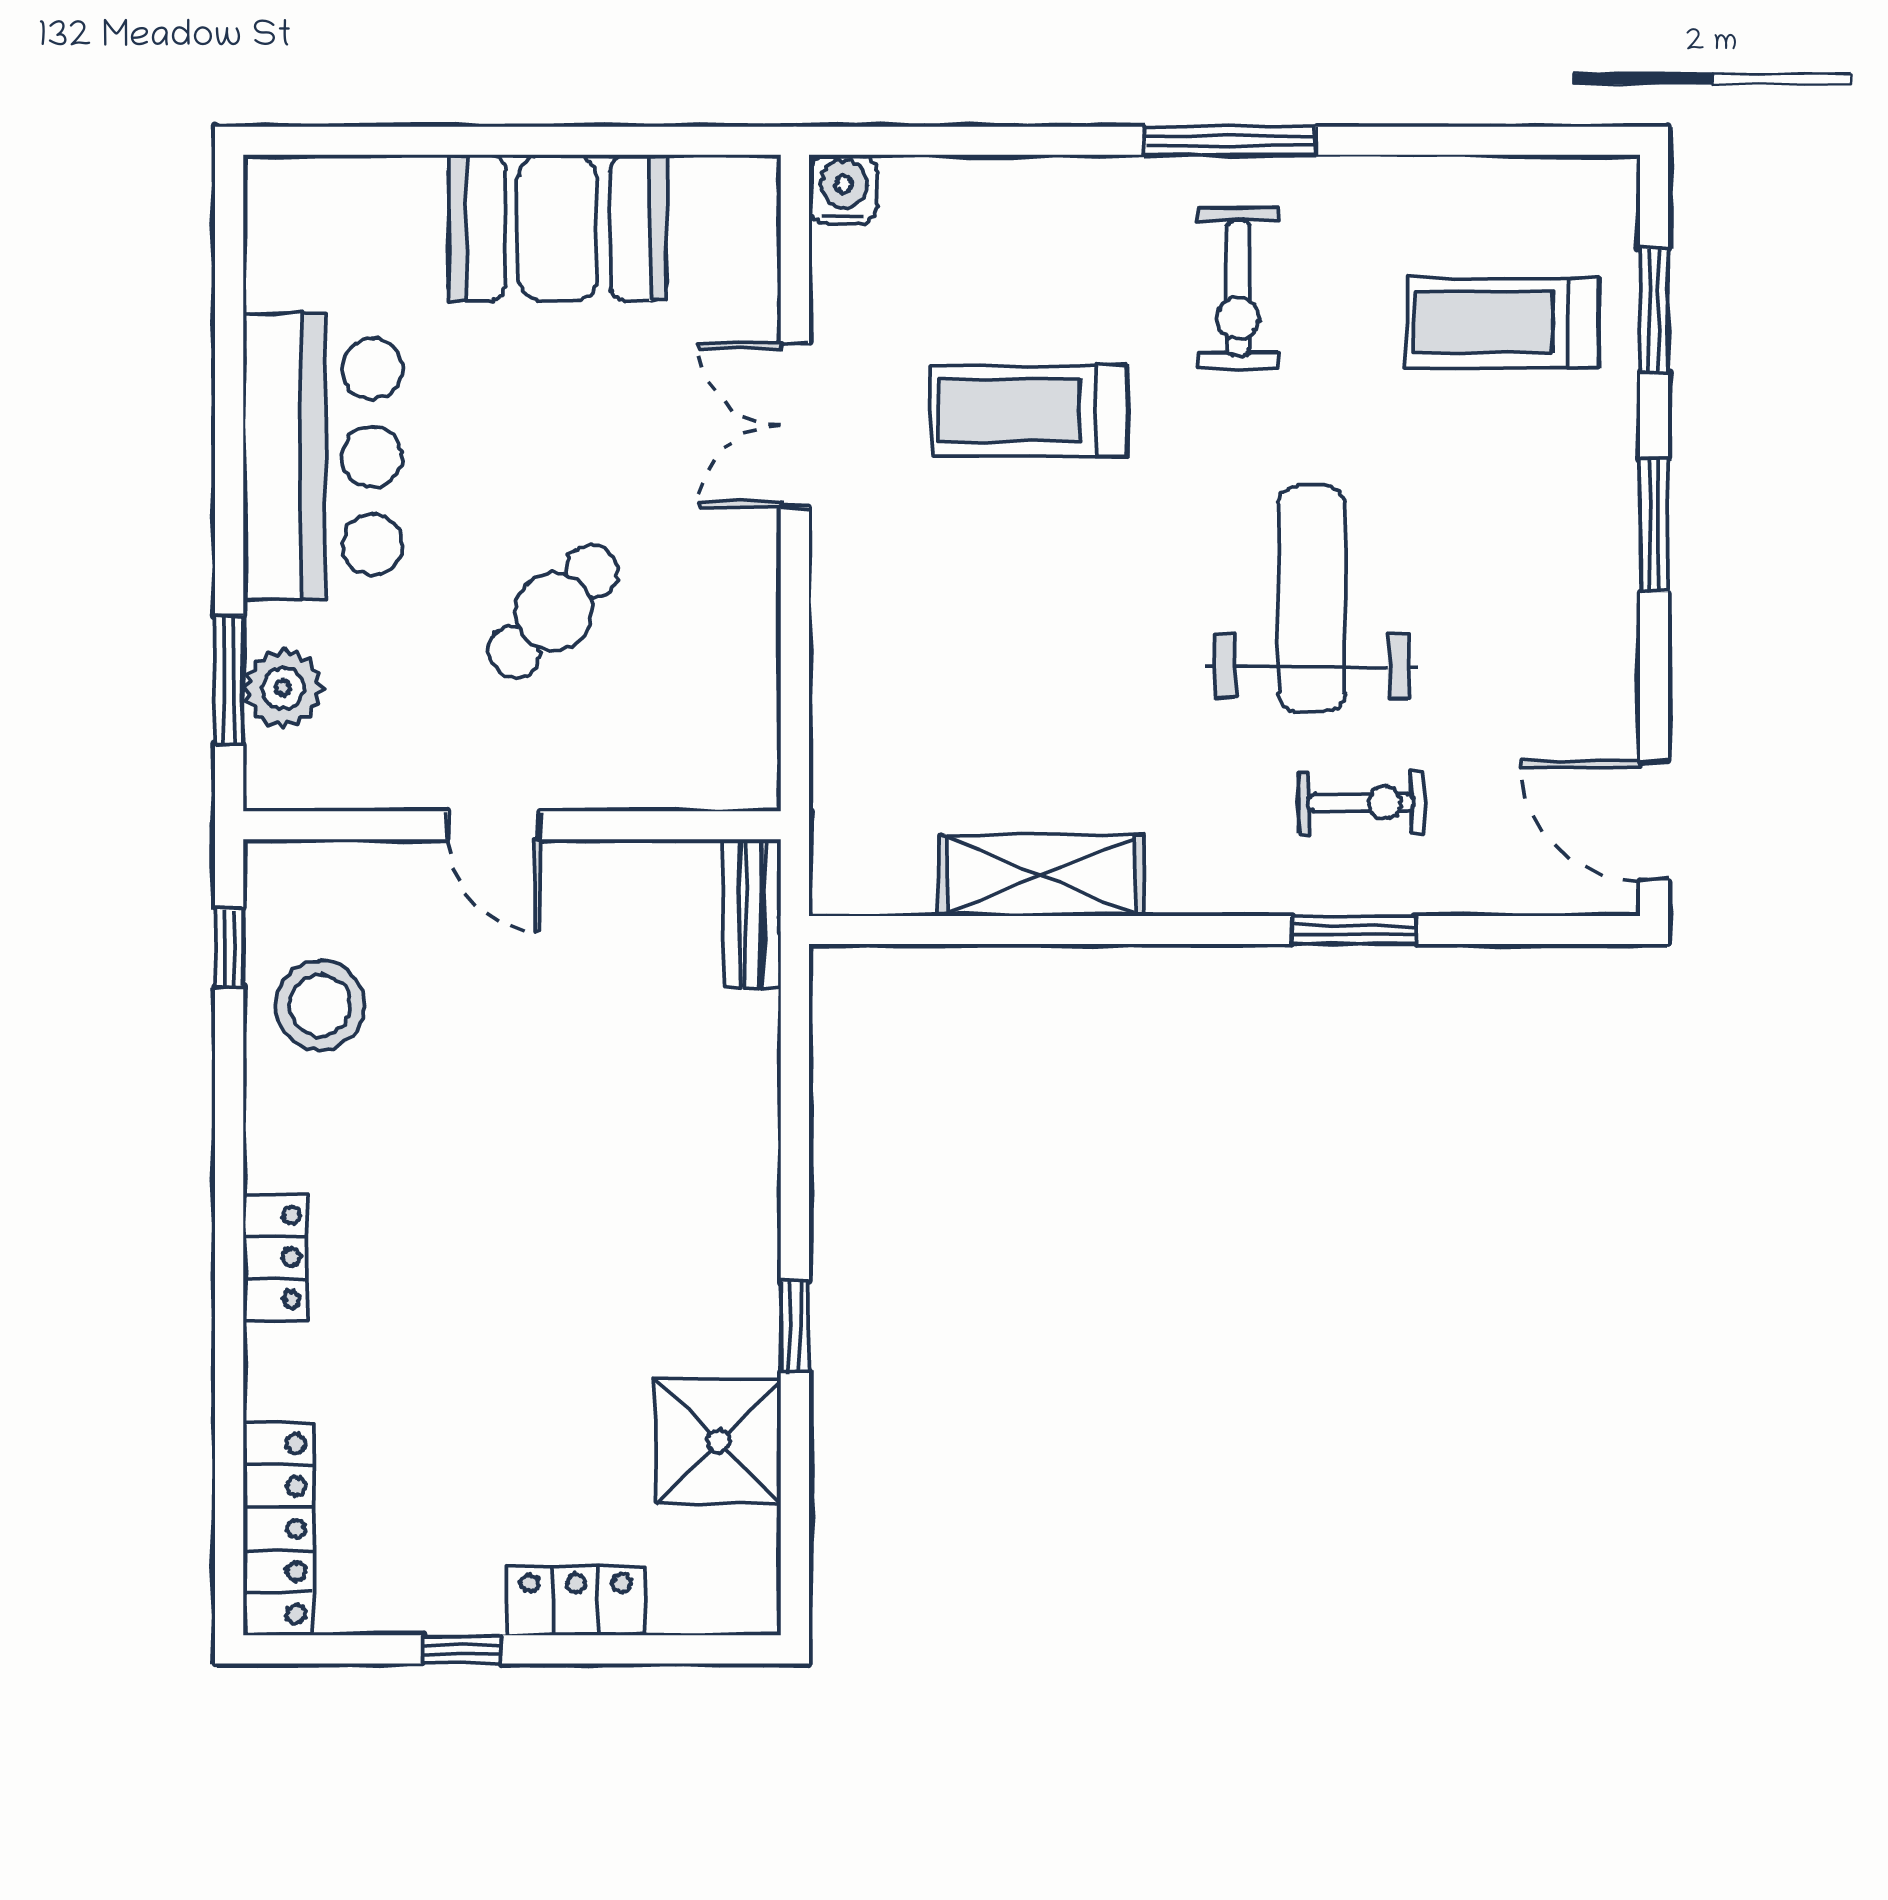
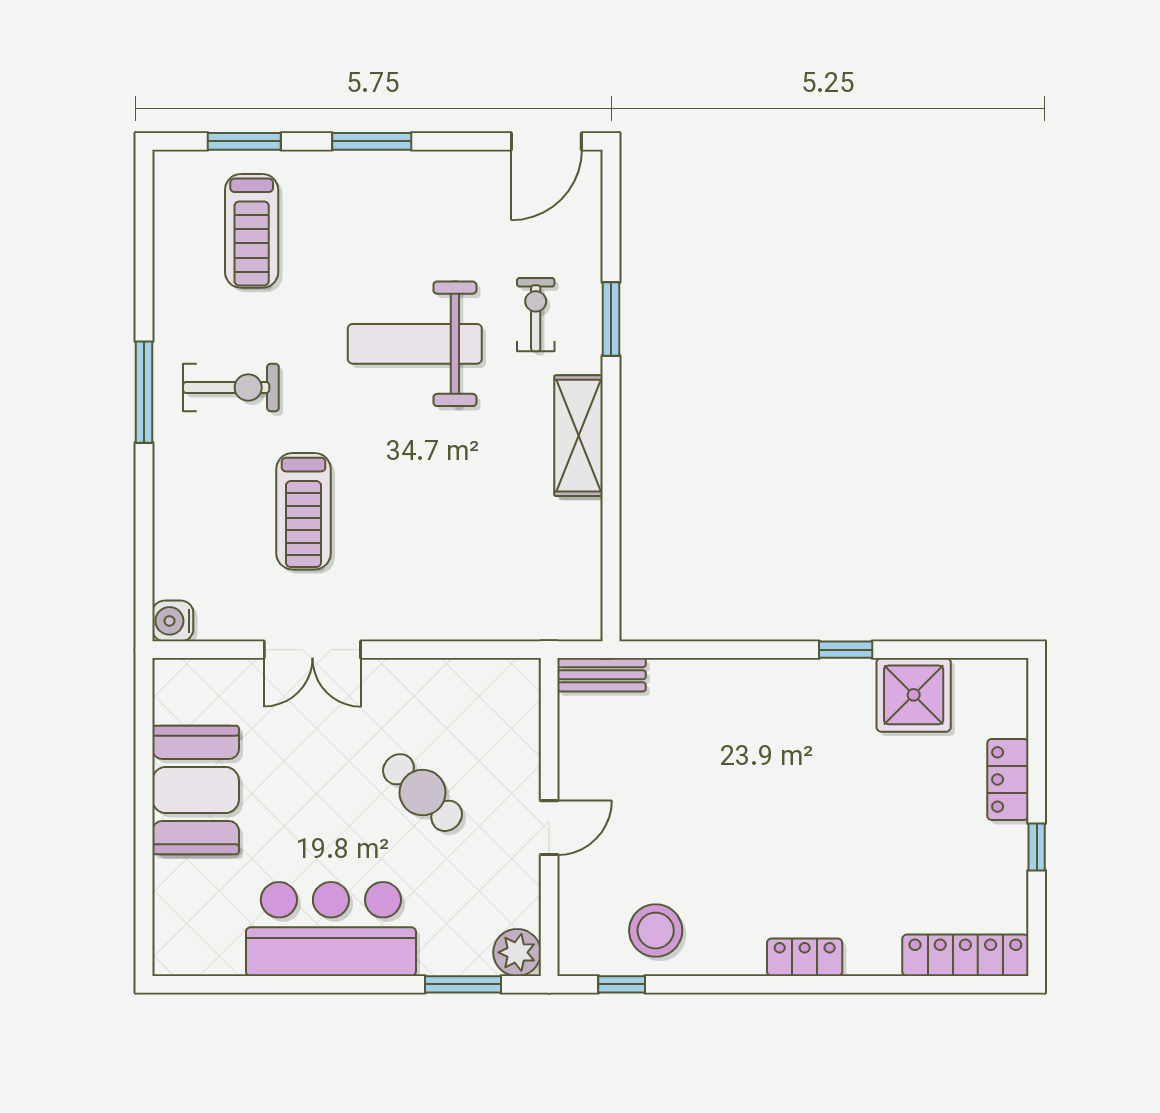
plant: (283, 688) -> (517, 952), moved
shelving: (1041, 875) -> (579, 436), moved

